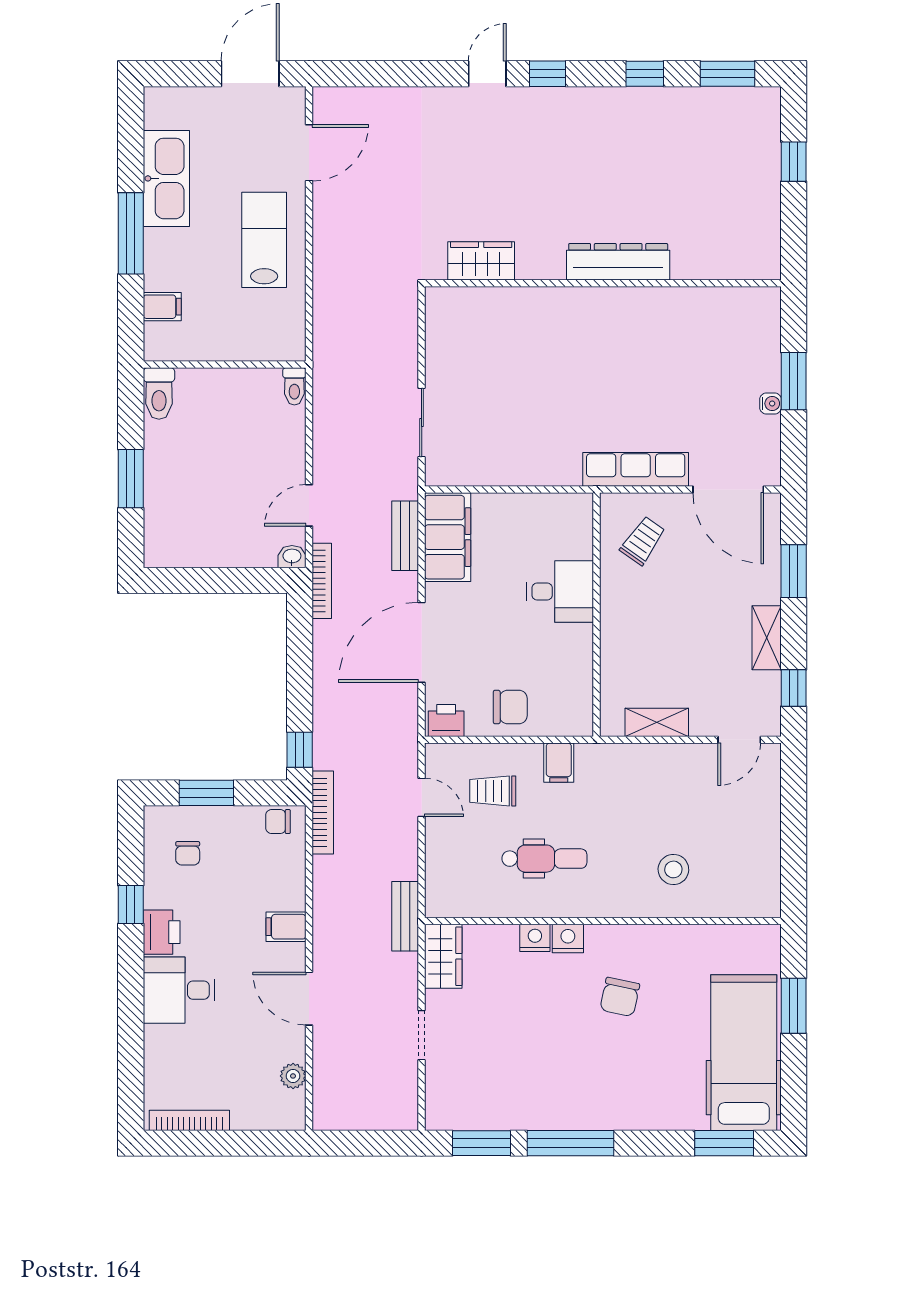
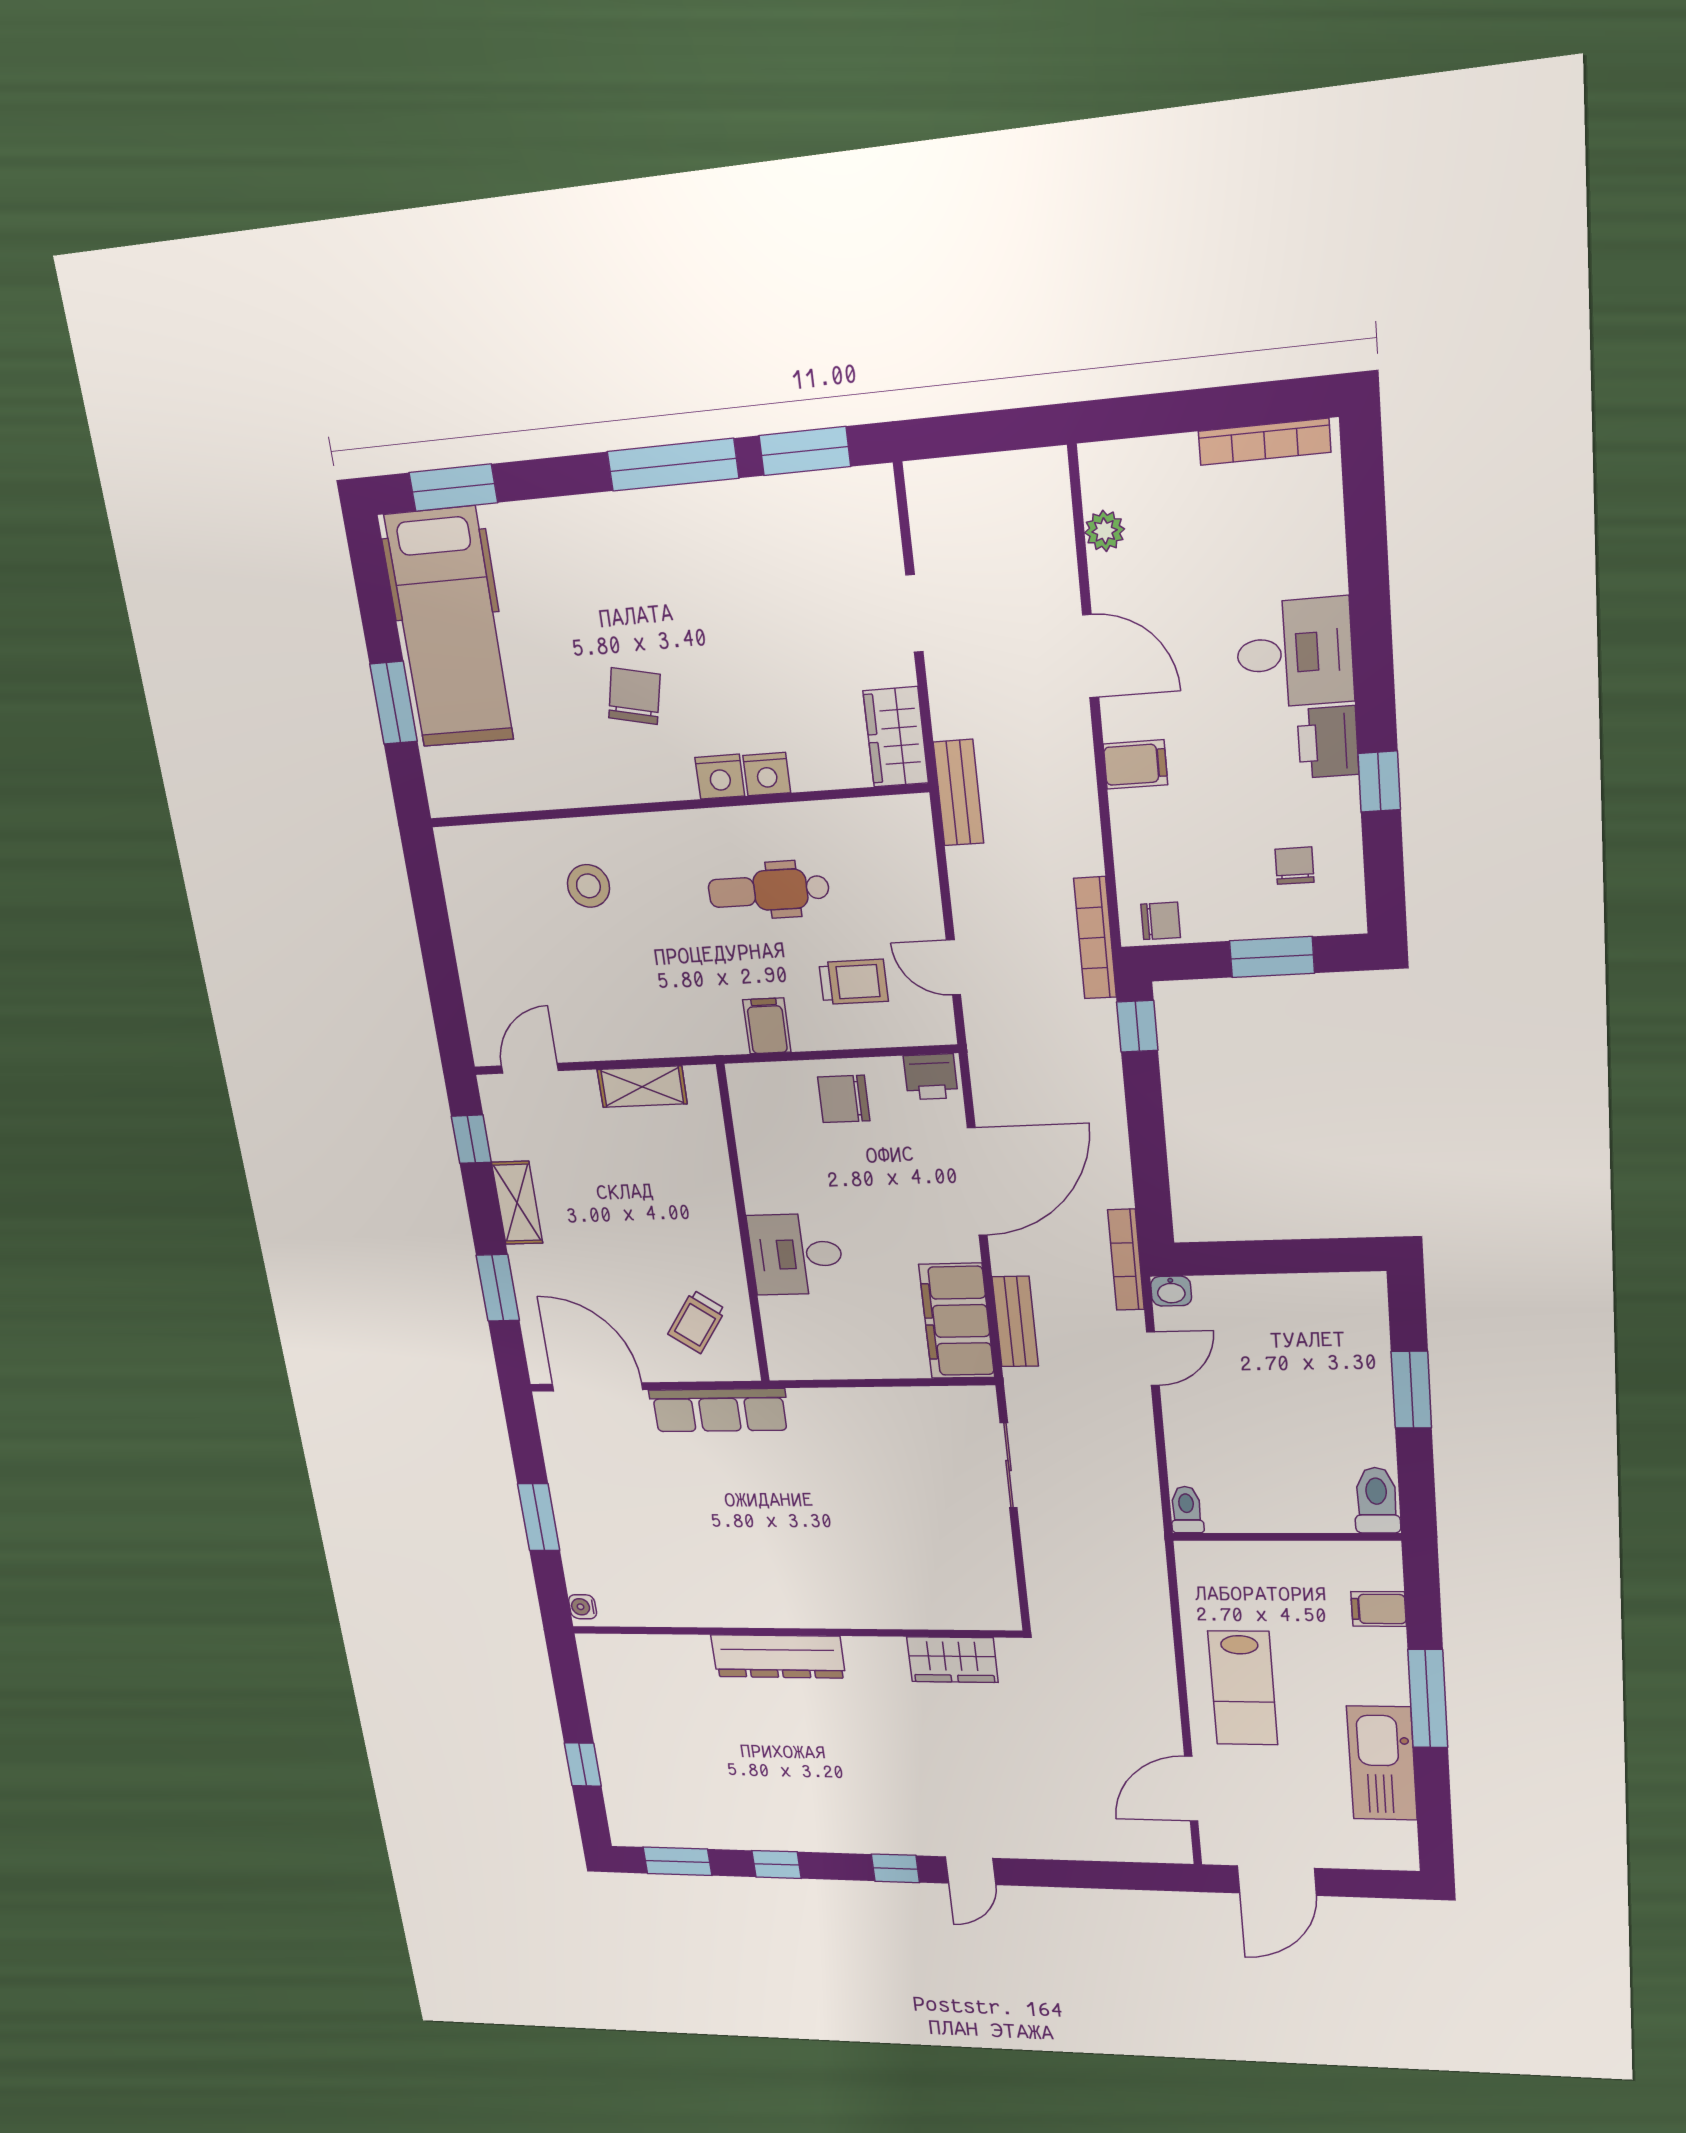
water cooler: (770, 403) -> (583, 1607), moved

